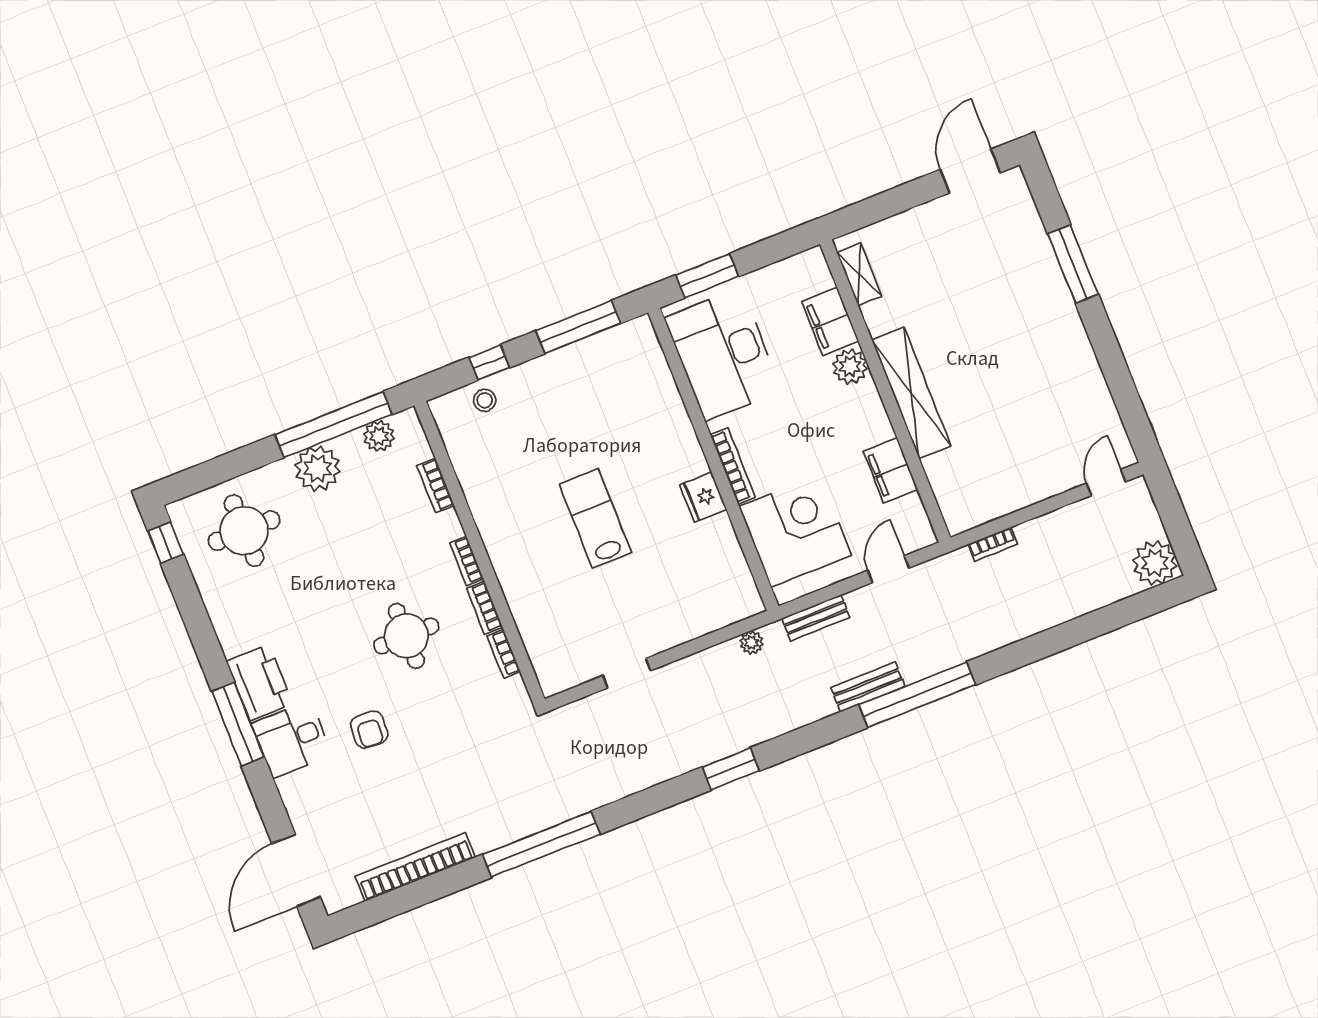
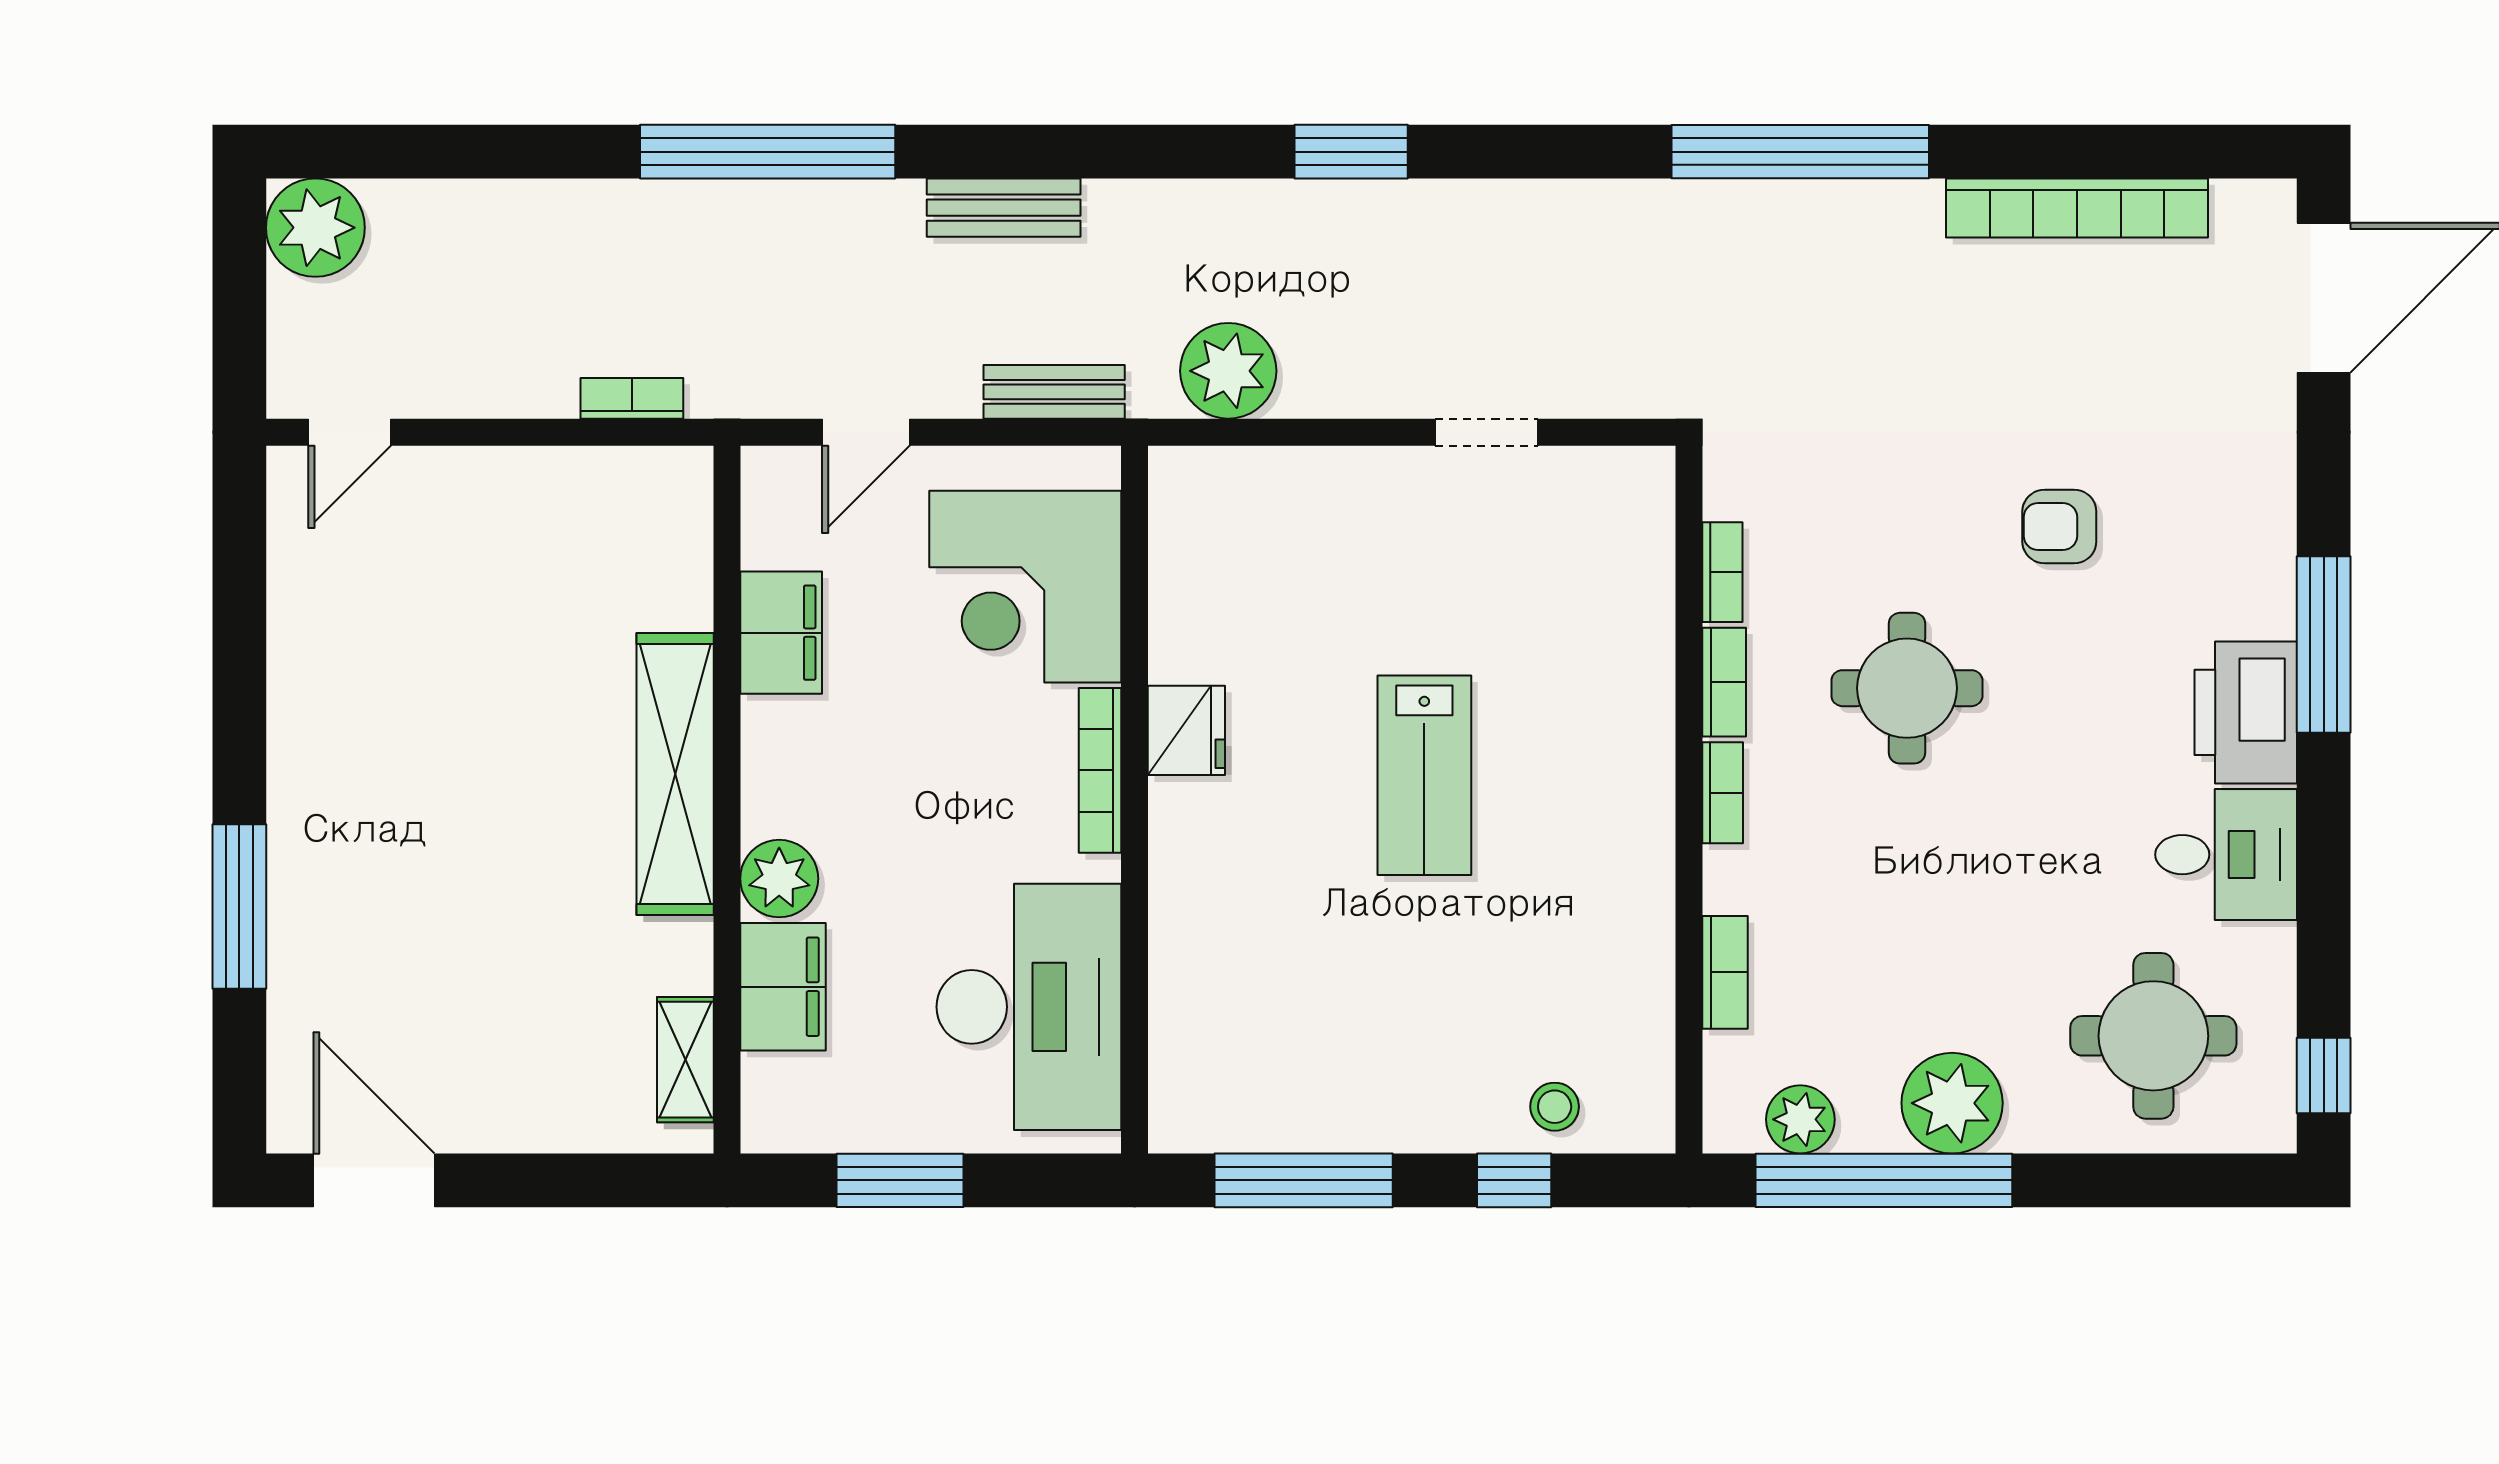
door: (970, 171) -> (374, 1180), swing flipped
window: (707, 276) -> (900, 1180), moved
plant: (751, 643) -> (1228, 371), width x1.88, depth x1.88
window: (917, 695) -> (768, 152), moved
armchair: (369, 730) -> (2059, 526), turned -95
desk: (292, 739) -> (2226, 855), moved

